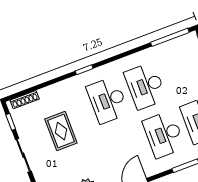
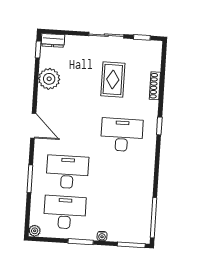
desk: (145, 86) -> (119, 175), removed
shoe rack: (25, 100) -> (155, 86), moved
rug: (61, 131) -> (113, 80), turned 90

